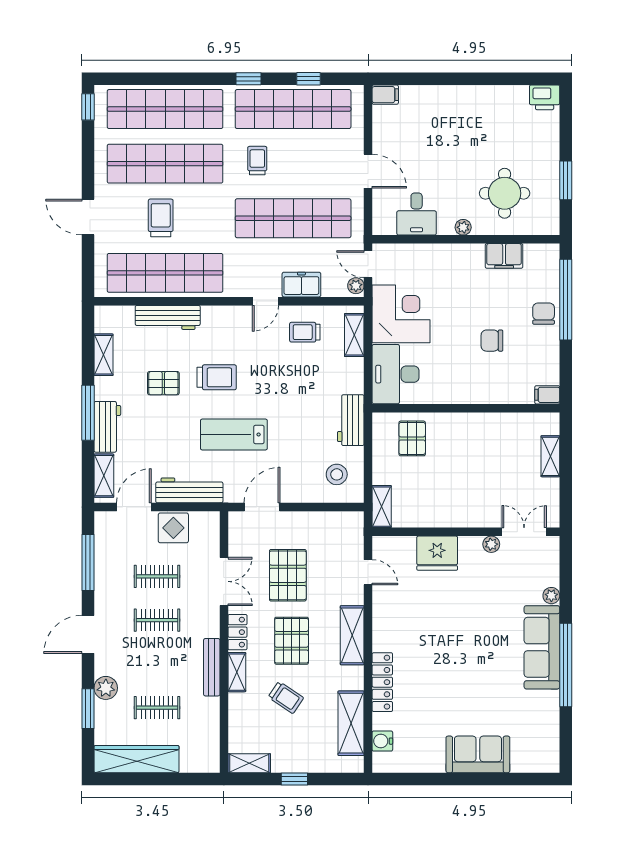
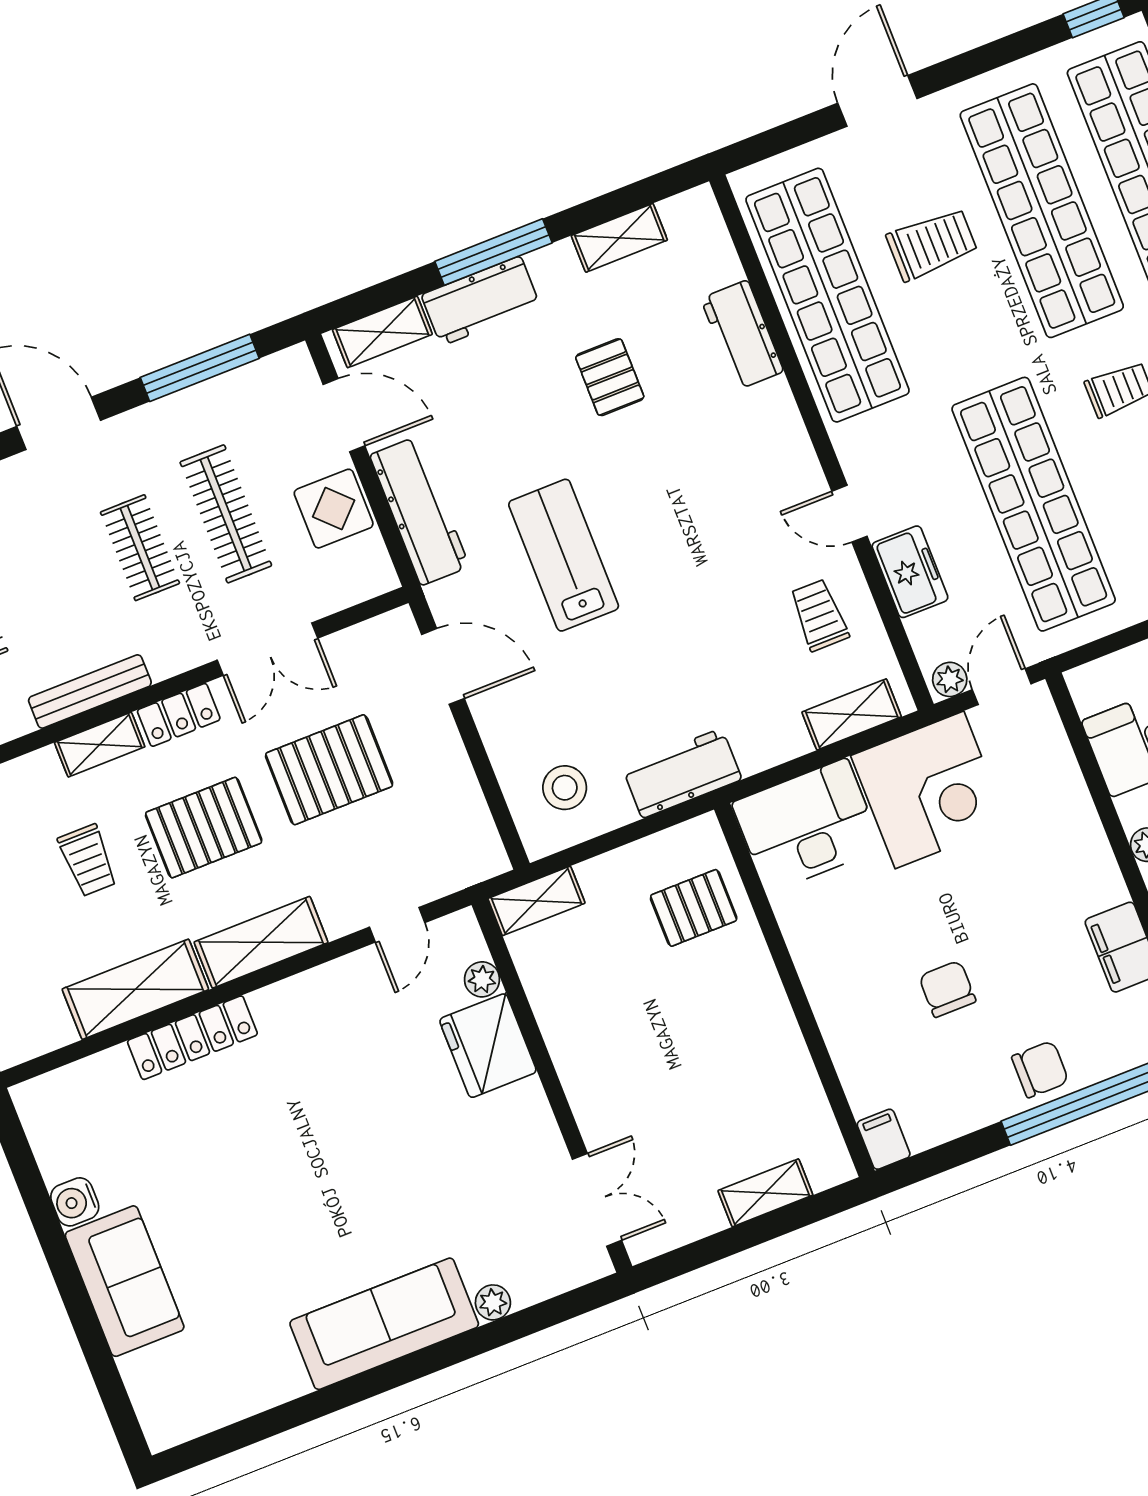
workbench: (168, 317) -> (742, 335), width x0.73
trolley: (217, 377) -> (662, 477), removed
plant: (491, 544) -> (482, 979), moved
clothes rail: (157, 576) -> (226, 514), width x1.36
window: (566, 665) -> (368, 1384), removed
trolley: (286, 697) -> (88, 860), turned -34
shelving: (351, 723) -> (135, 989), moved
water cooler: (382, 741) -> (75, 1202), moved, turned -90

